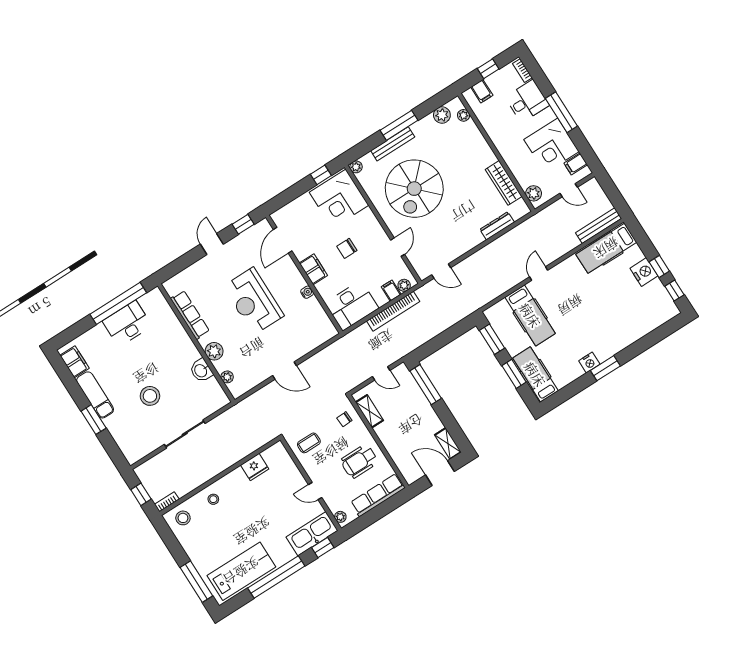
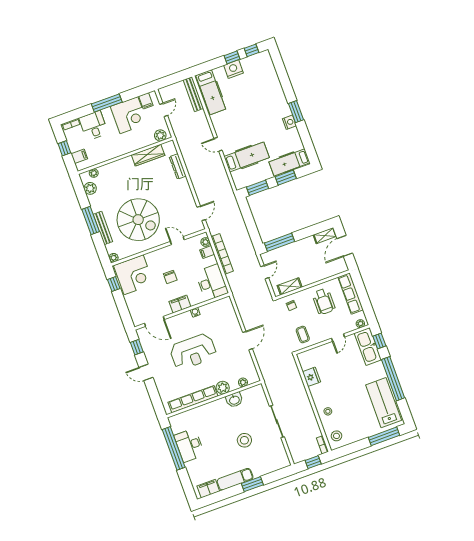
row of seats: (190, 315) -> (193, 399), width x1.36

